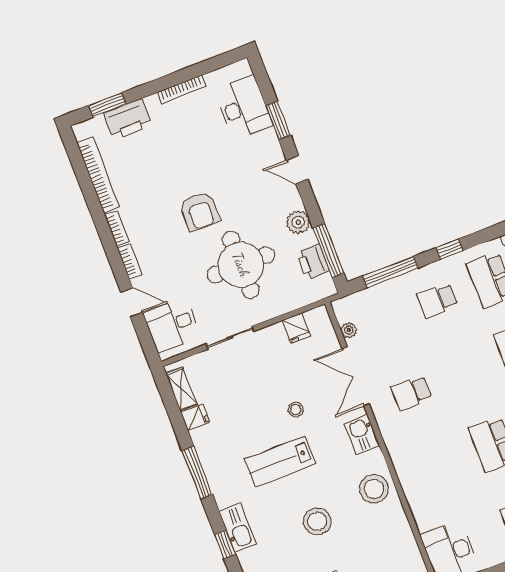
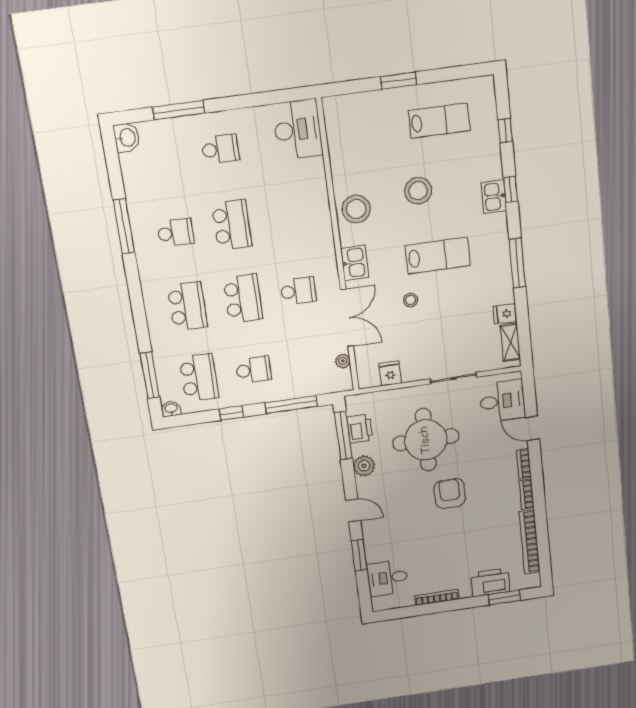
desk: (244, 108) -> (388, 578), width x0.73
school desk: (465, 372) -> (243, 299), added
kitchen sink: (238, 528) -> (494, 197), width x0.73

